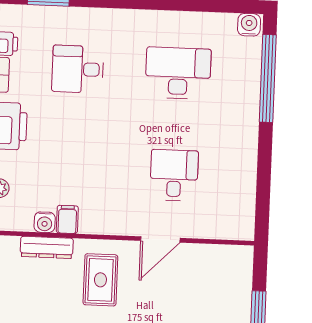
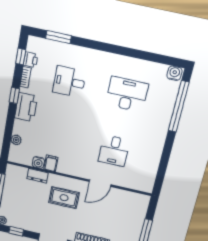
desk: (174, 175) -> (114, 151), turned 180
dresser: (47, 247) -> (38, 176), width x0.70
rug: (100, 280) -> (64, 198), turned 90

